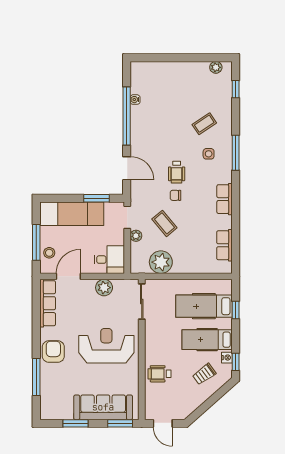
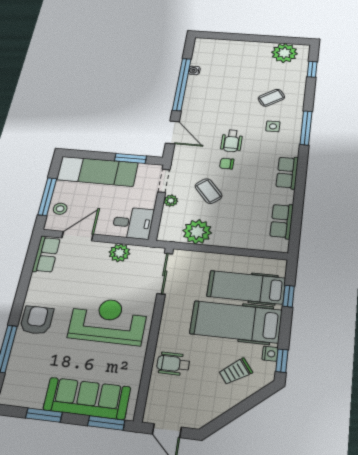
plant: (216, 67) -> (284, 53), width x1.88, depth x1.88
row of seats: (48, 303) -> (46, 254), width x0.68
hospital bed: (207, 340) -> (236, 322), width x1.37, depth x1.29

